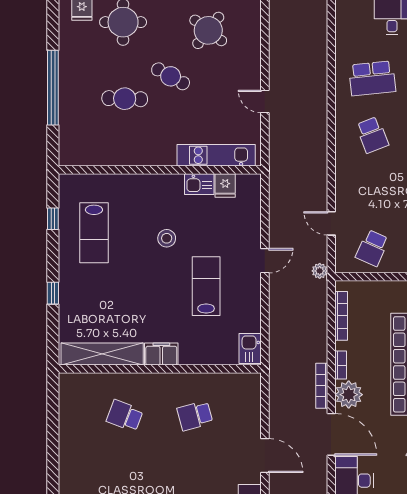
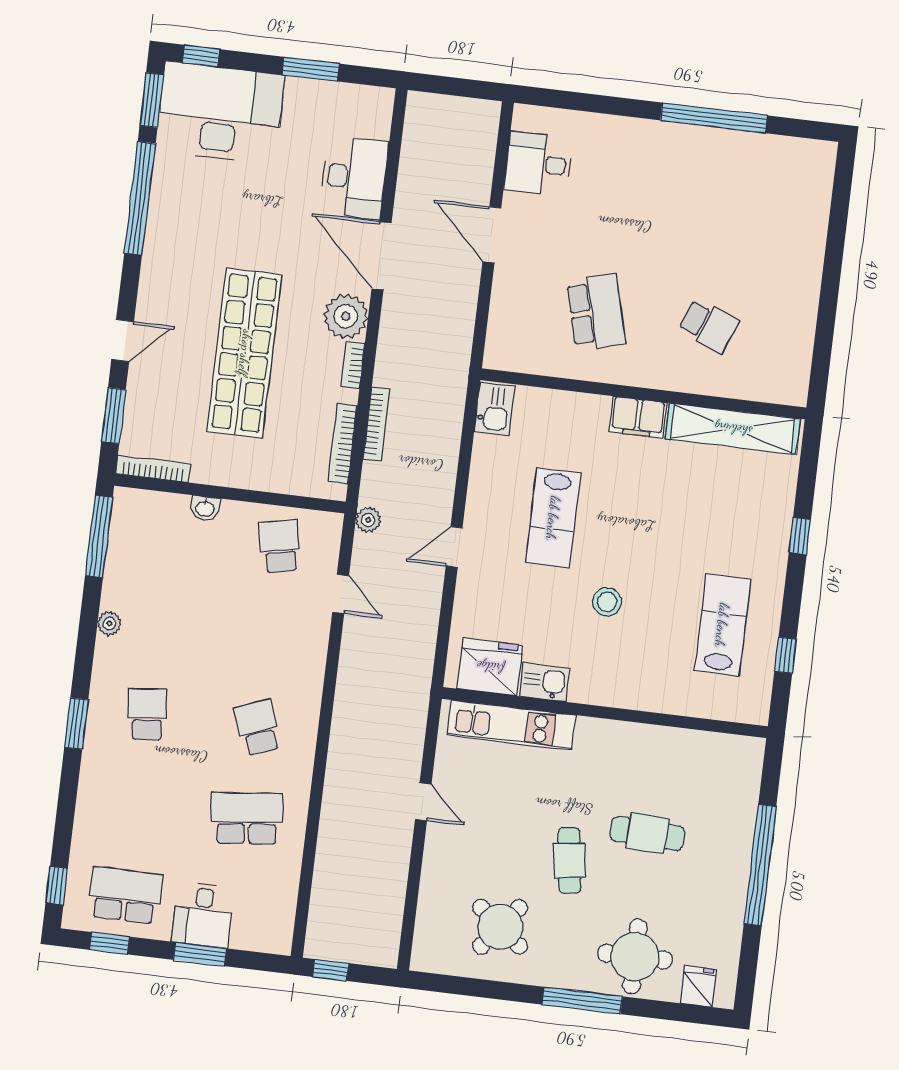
cafe table: (171, 76) -> (569, 861), turned 53
fridge: (225, 185) -> (490, 667), width x1.88, depth x1.34
school desk: (372, 248) -> (280, 546), turned -36
bookcase: (322, 386) -> (377, 424), moved
school desk: (195, 416) -> (596, 312), width x1.85

